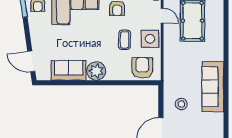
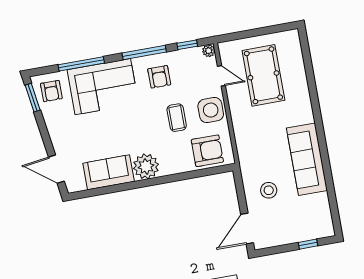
armchair: (142, 68) -> (207, 151), turned 90

